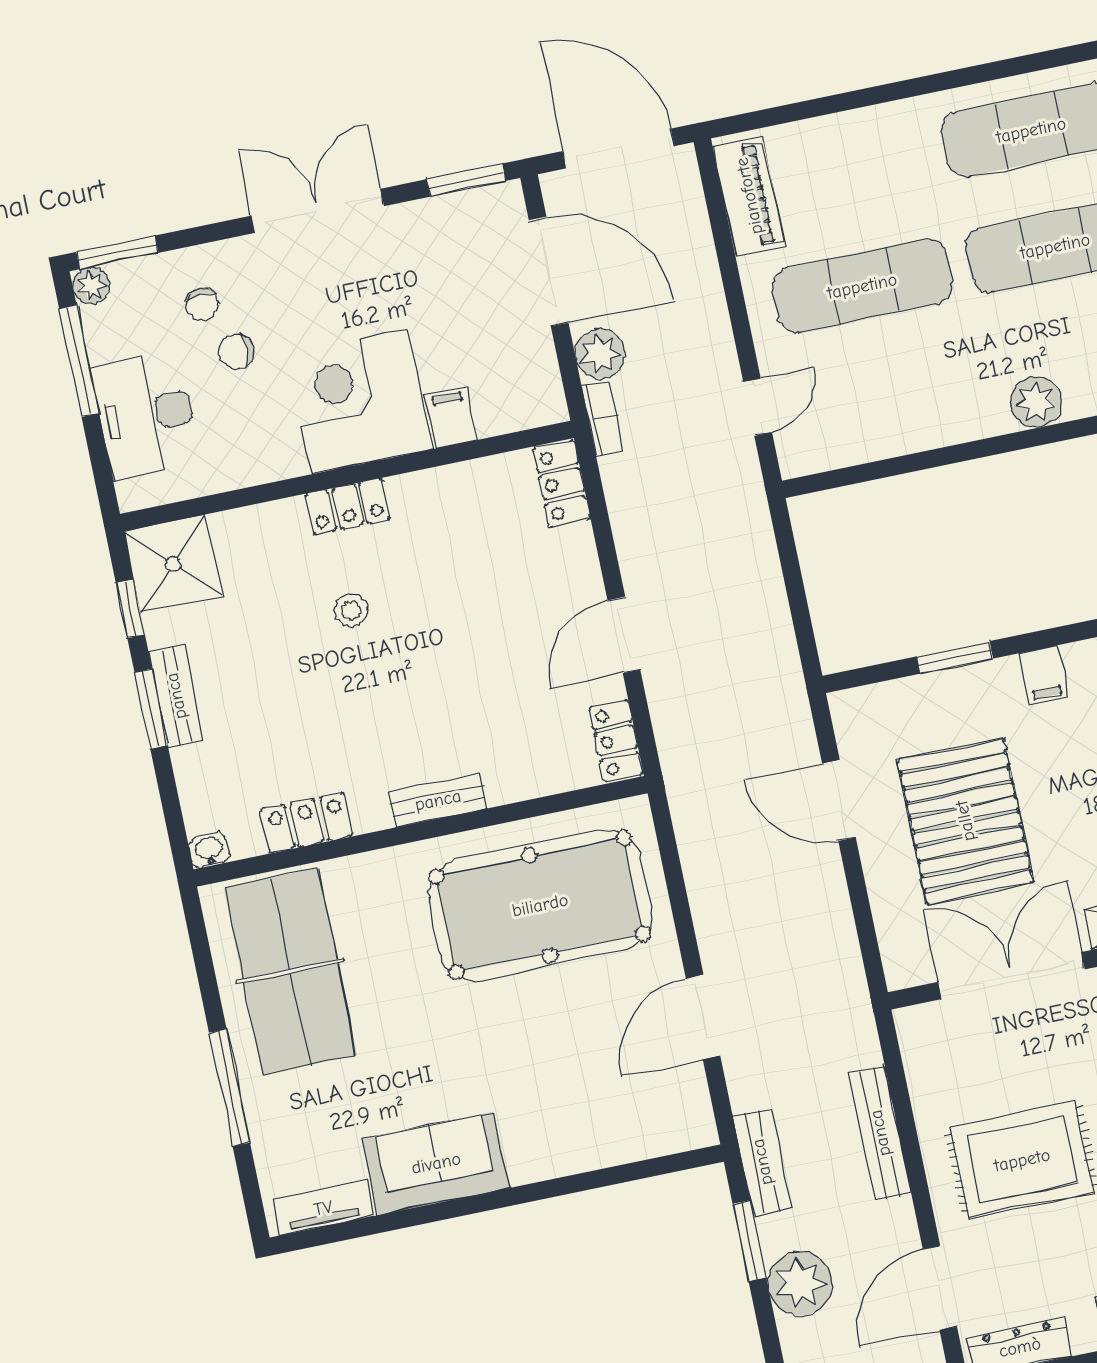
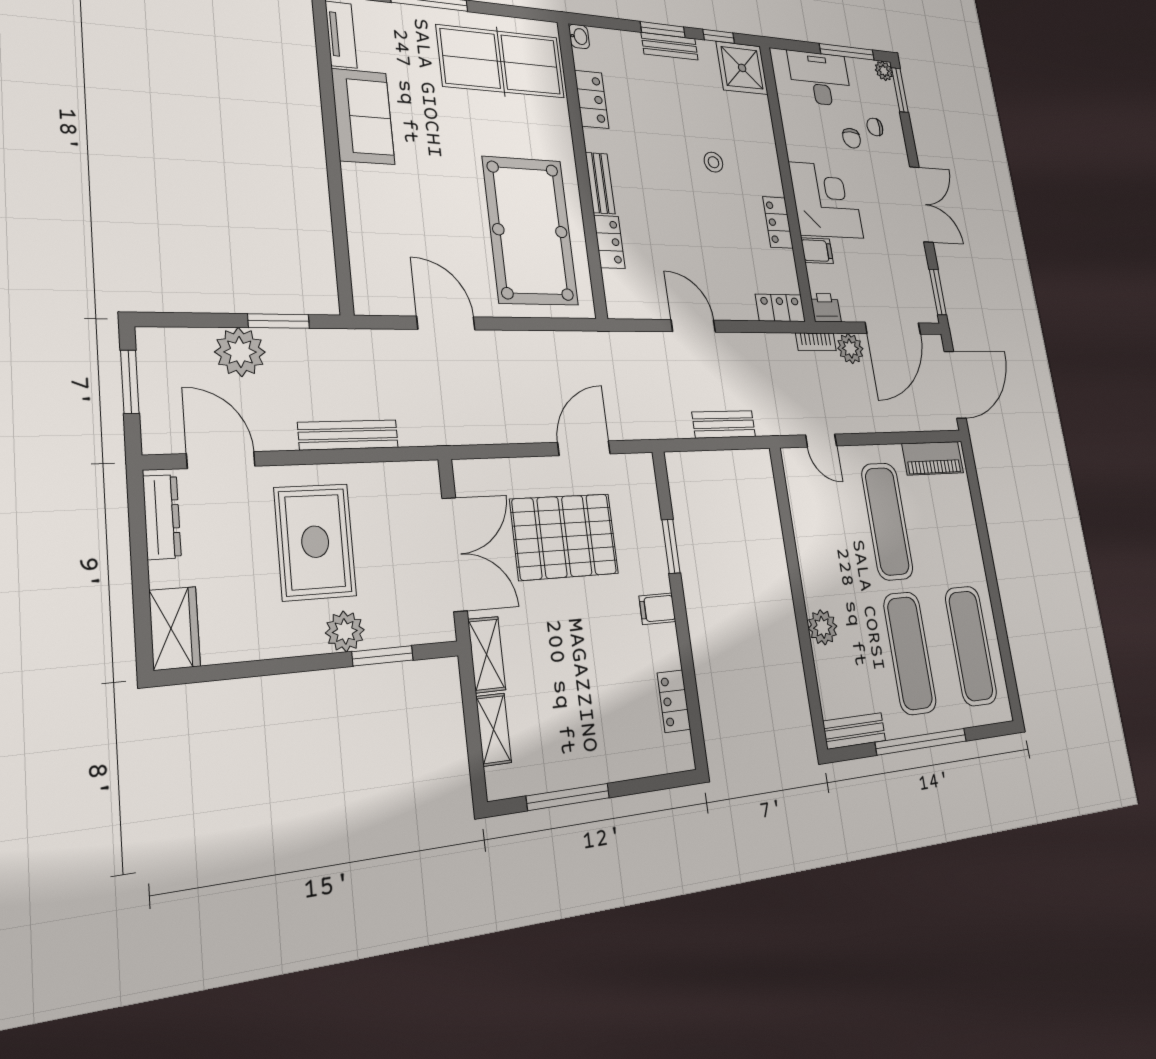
chair: (236, 352) -> (852, 138), turned 180
printer: (543, 401) -> (826, 308), added
locker: (348, 506) -> (778, 222), moved
locker: (616, 741) -> (609, 242), moved, turned 90
bench: (762, 1162) -> (724, 424), moved

